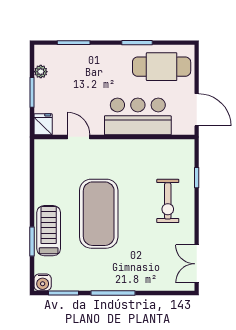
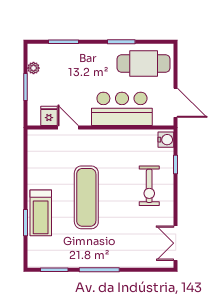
fridge: (43, 124) -> (49, 116), moved
exercise mat: (99, 214) -> (86, 197), width x0.68
treadmill: (49, 231) -> (41, 213), turned 180
water cooler: (43, 282) -> (166, 140), moved, turned -90

